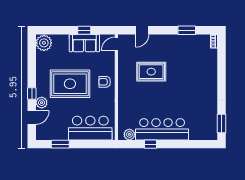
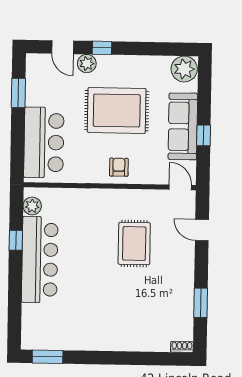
sofa: (84, 43) -> (183, 126), width x1.36
rug: (70, 84) -> (117, 110), turned 90

